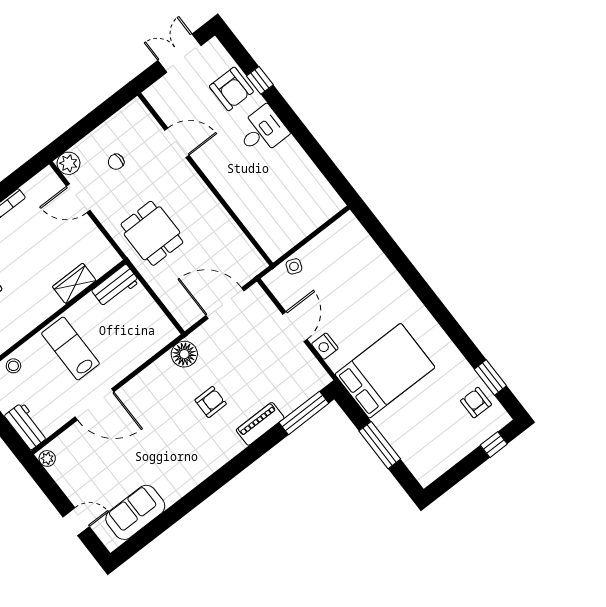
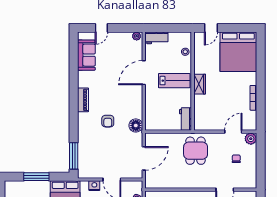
dining table: (152, 233) -> (196, 151), turned 90
wardrobe: (74, 284) -> (200, 84), moved
piano: (260, 424) -> (83, 100), moved

